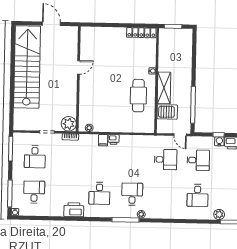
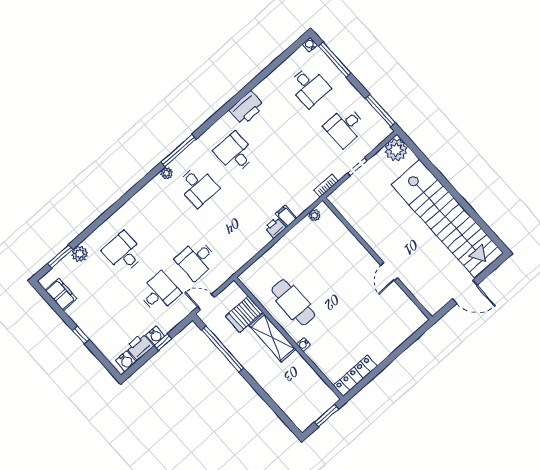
plant: (69, 124) -> (396, 150), moved
desk: (35, 157) -> (345, 127), turned -90
desk: (198, 160) -> (159, 293), turned 180

